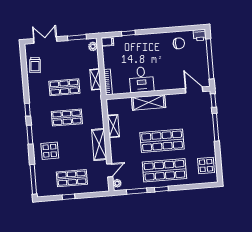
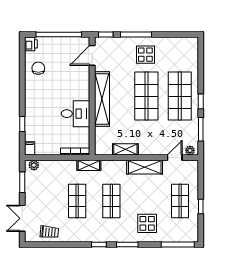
shelving: (95, 79) -> (89, 165), moved
shelving: (149, 102) -> (102, 99), width x1.47
display table: (206, 165) -> (145, 55), moved
door: (110, 170) -> (175, 158), hinge flipped

